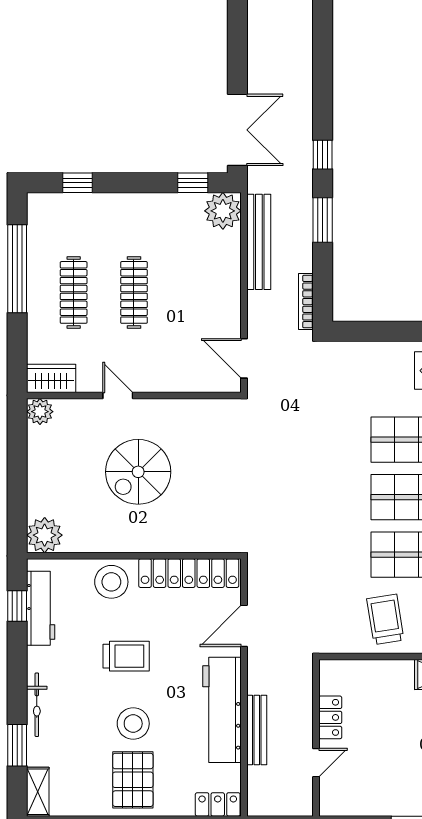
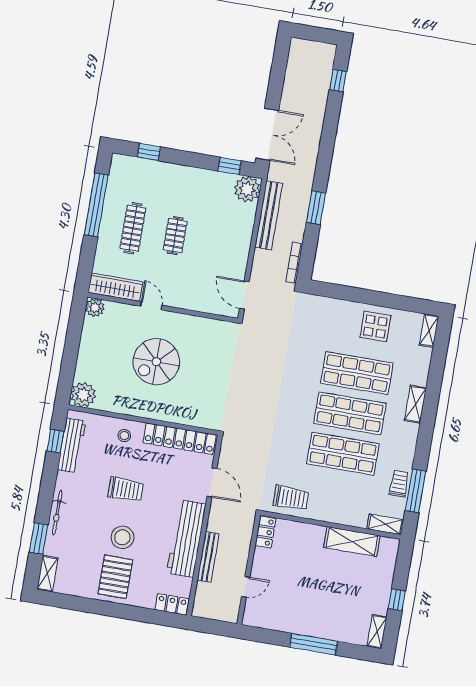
window: (323, 155) -> (338, 81), moved
clothes rail: (134, 292) -> (175, 236), width x0.73
wardrobe: (51, 378) -> (115, 287), width x1.50
stool: (111, 582) -> (124, 436), width x0.53, depth x0.53
trolley: (385, 619) -> (291, 498), moved, turned 99
door: (244, 626) -> (212, 482), swing flipped
locker: (330, 717) -> (265, 532), moved

